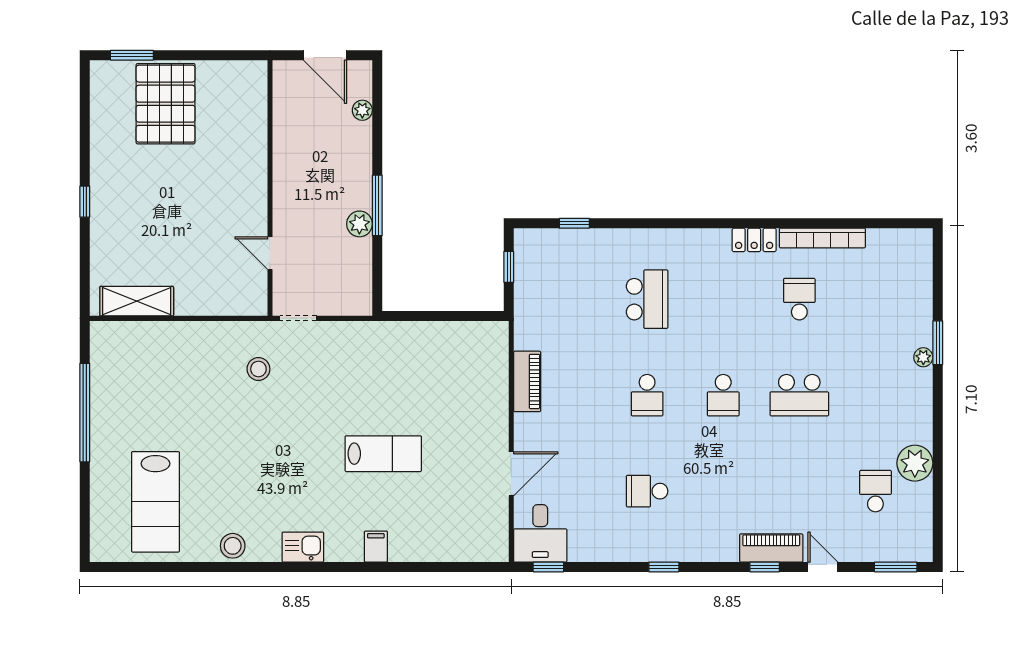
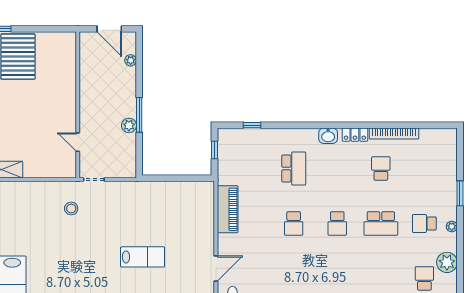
washbasin: (707, 242) -> (328, 136), added
plant: (923, 357) -> (452, 226), moved
piano: (527, 381) -> (228, 209), width x1.37, depth x1.33
school desk: (647, 491) -> (424, 223), moved

